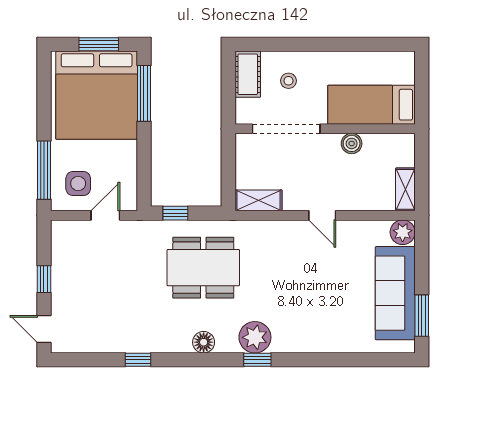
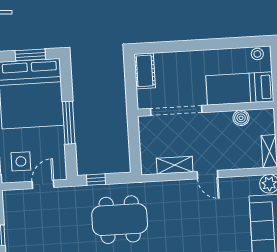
stool: (288, 81) -> (257, 54), moved
window: (144, 93) -> (69, 123), moved
boiler: (352, 143) -> (241, 118), moved
shelving: (258, 200) -> (175, 165), moved

